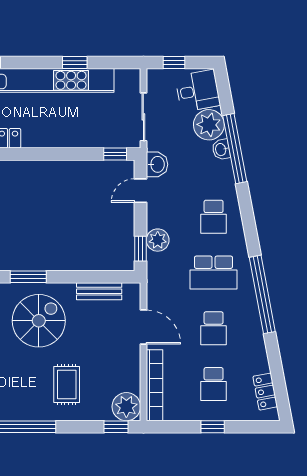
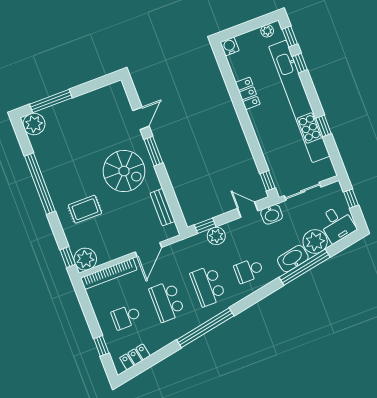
washbasin: (221, 149) -> (293, 259), width x1.91, depth x1.45
school desk: (214, 328) -> (167, 301), width x1.85
window: (213, 427) -> (101, 346), moved

